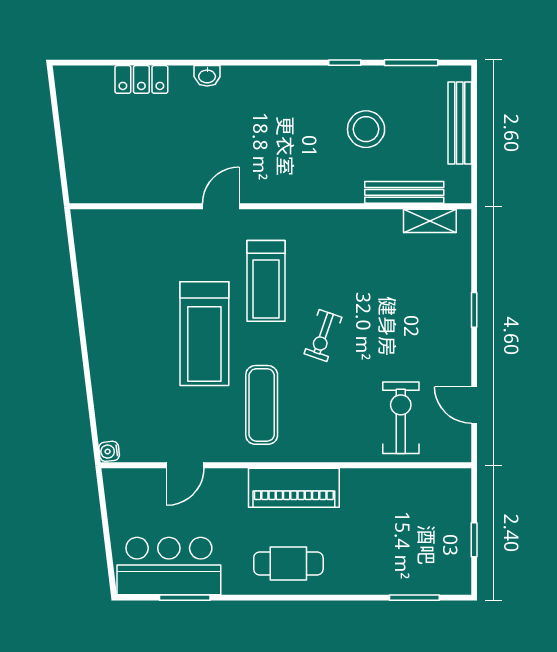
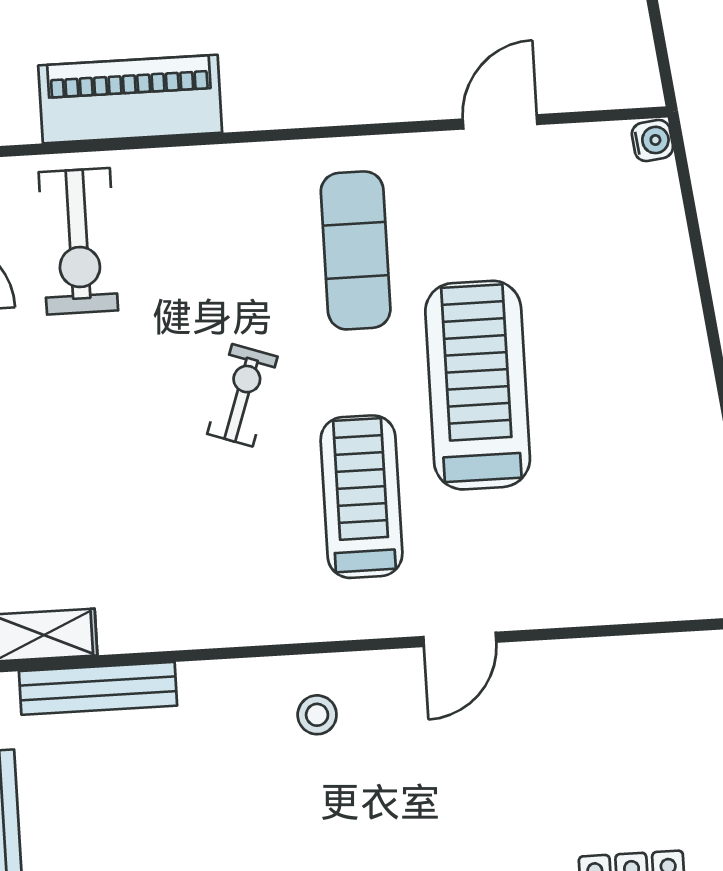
stool: (366, 129) -> (317, 715), moved, width x0.53, depth x0.53
piano: (294, 488) -> (130, 99), moved

